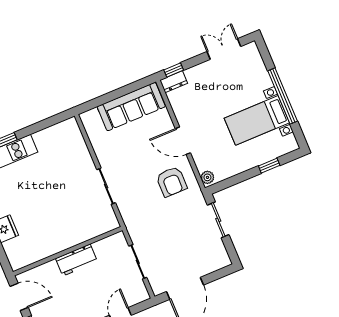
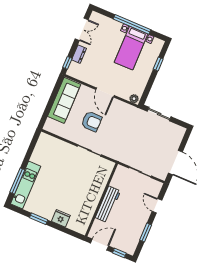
double door: (224, 49) -> (82, 29), swing flipped
dresser: (174, 82) -> (79, 54), moved
door: (183, 141) -> (105, 92), hinge flipped
armchair: (172, 182) -> (92, 121), moved
workbench: (76, 260) -> (108, 204), width x1.38

